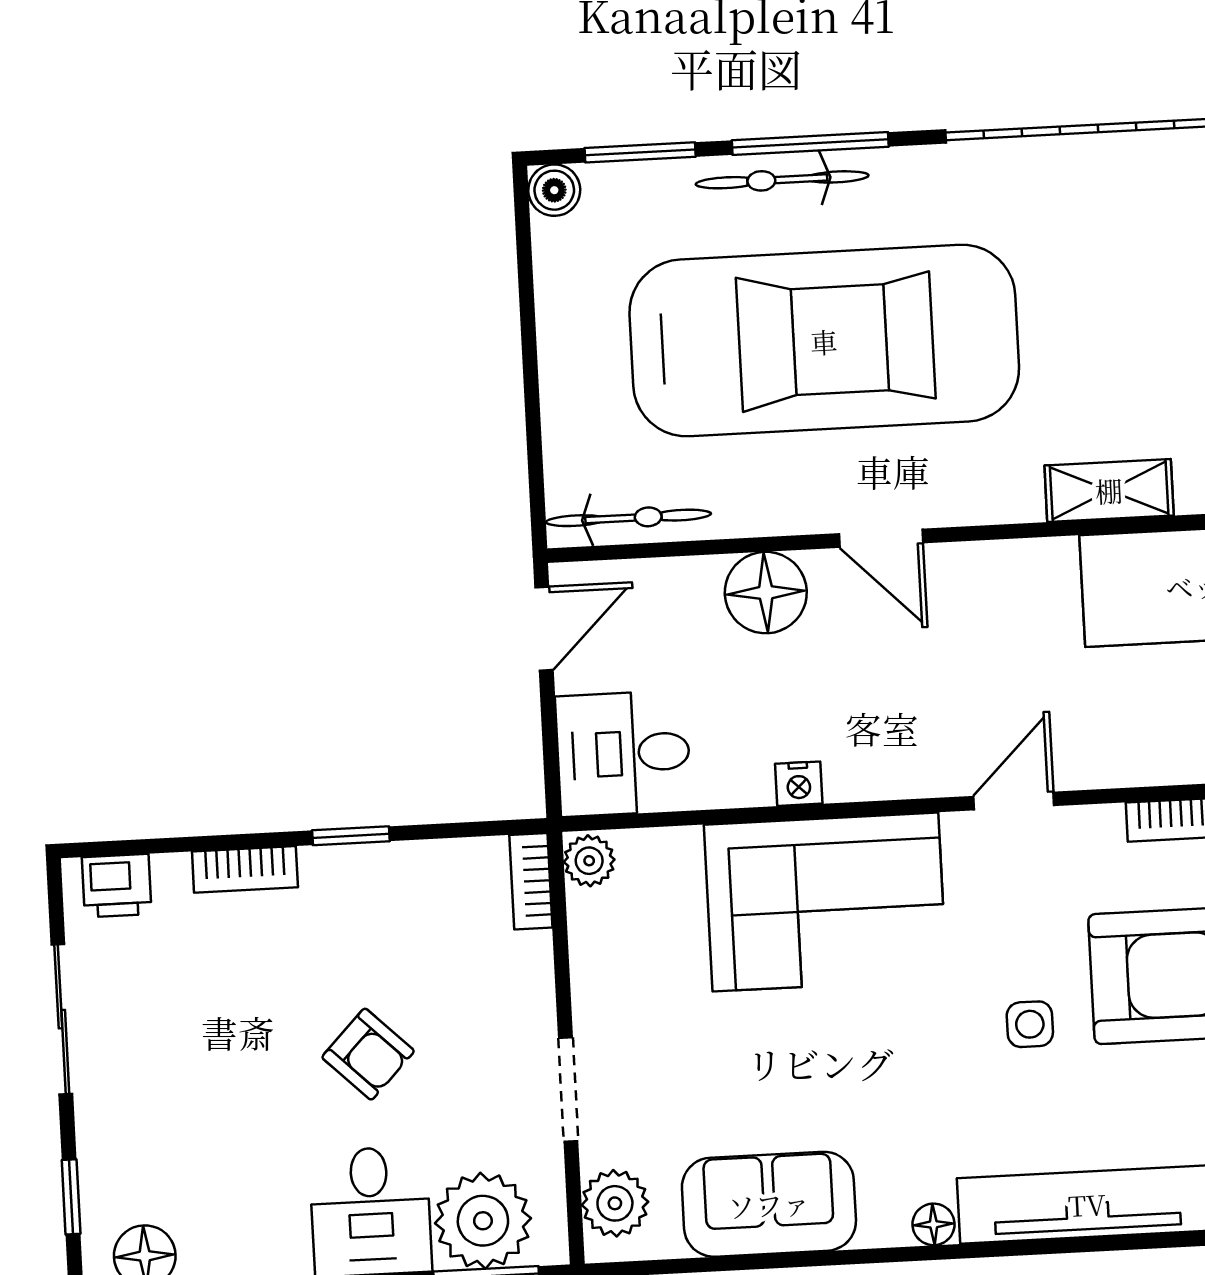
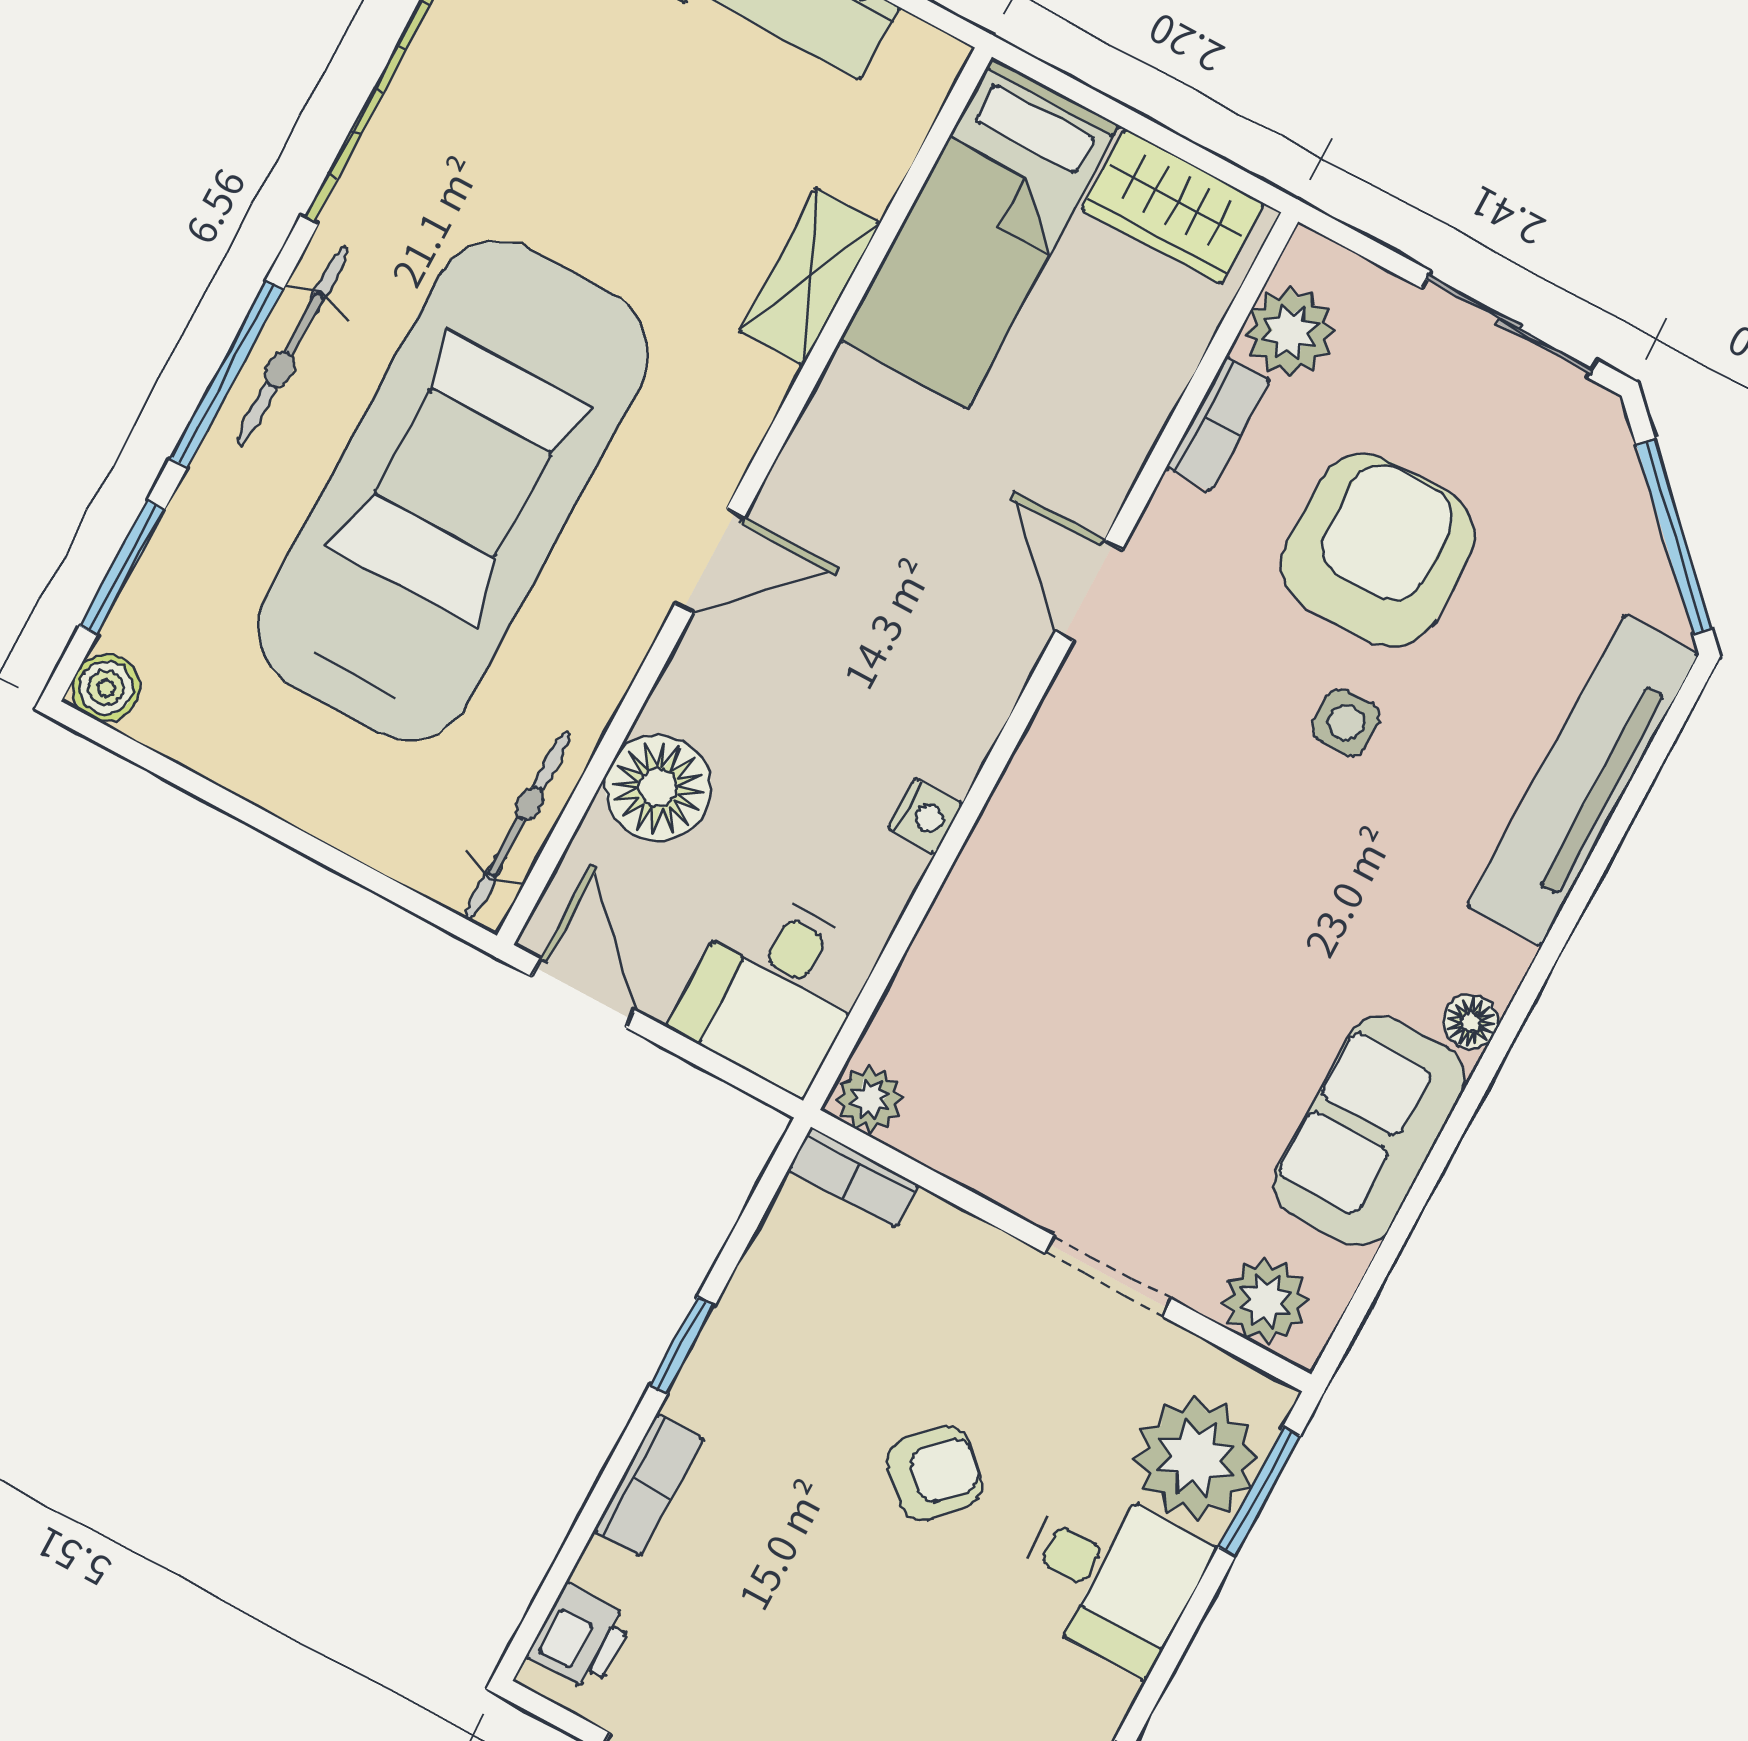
bicycle: (782, 180) -> (293, 346), moved
floor lamp: (766, 593) -> (658, 788), moved
corner sofa: (825, 902) -> (1074, 866), removed
floor lamp: (934, 1224) -> (1471, 1022), moved

